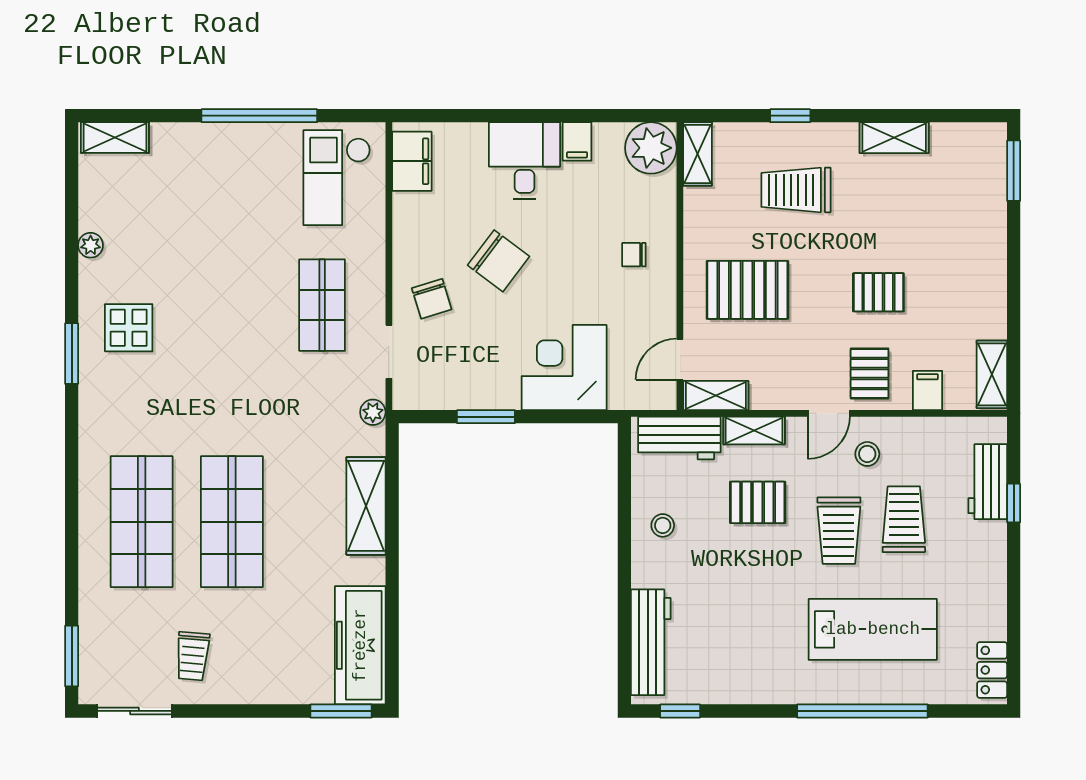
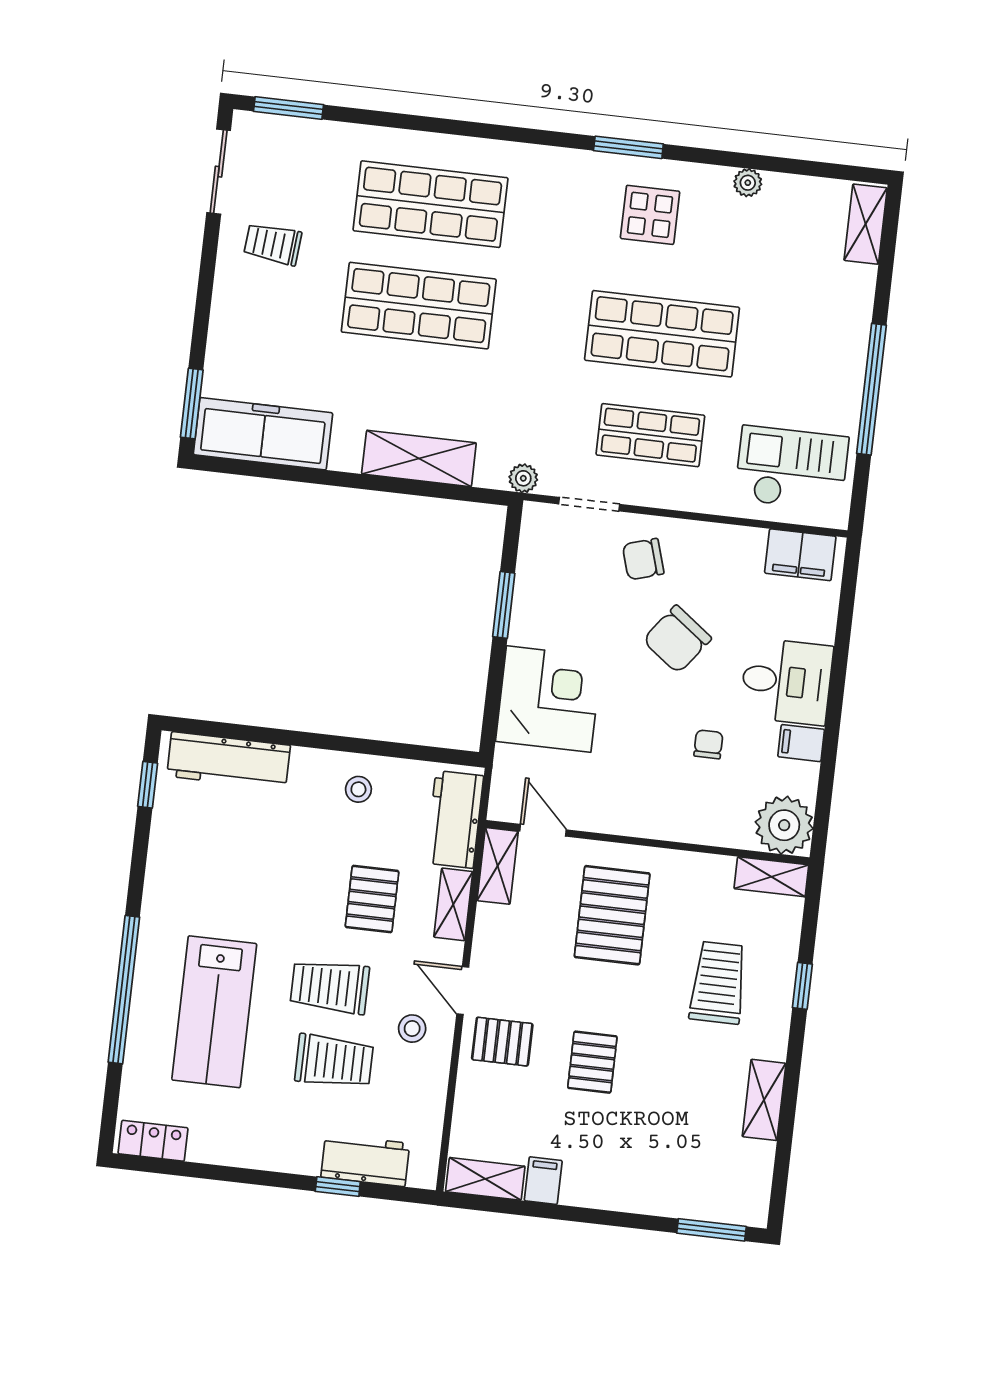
chair: (634, 255) -> (708, 744), moved
shop shelf: (232, 305) -> (662, 334), added
filing cabinet: (927, 390) -> (543, 1181), moved, turned -90

